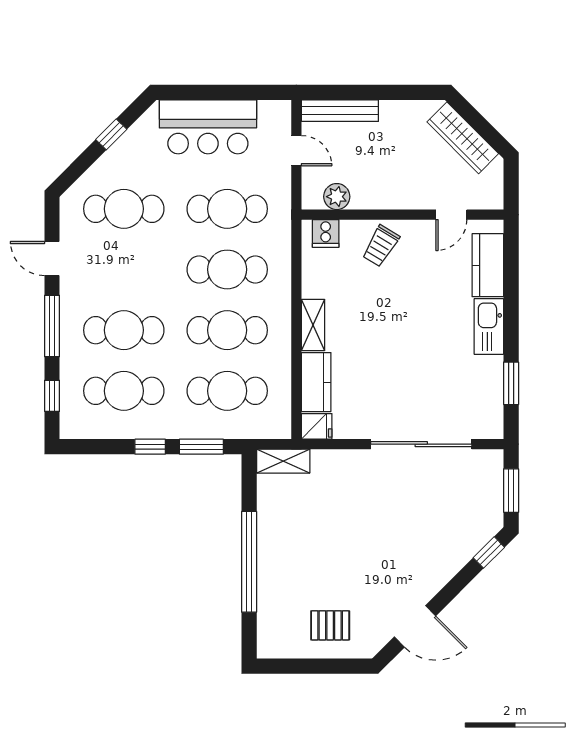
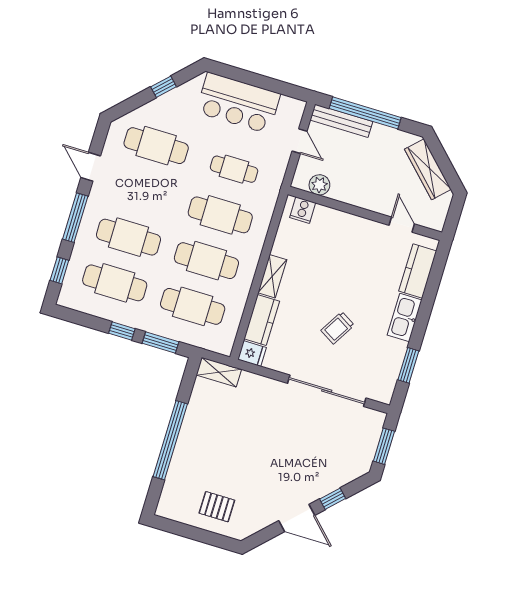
window: (366, 92) -> (365, 113), added
cafe table: (227, 209) -> (234, 169), width x0.73, depth x0.74
door: (451, 215) -> (402, 225), swing flipped
trolley: (381, 246) -> (338, 328), moved
window: (489, 552) -> (333, 499), moved
door: (415, 626) -> (297, 518), moved

